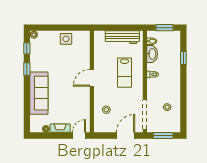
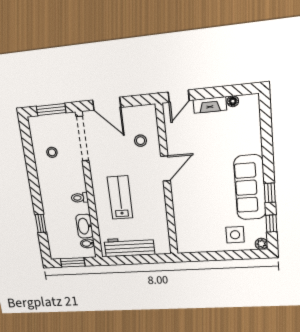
side table: (66, 39) -> (235, 235), moved
door: (92, 78) -> (165, 168), moved
sofa: (39, 93) -> (250, 187), moved
door: (126, 135) -> (107, 104), hinge flipped

